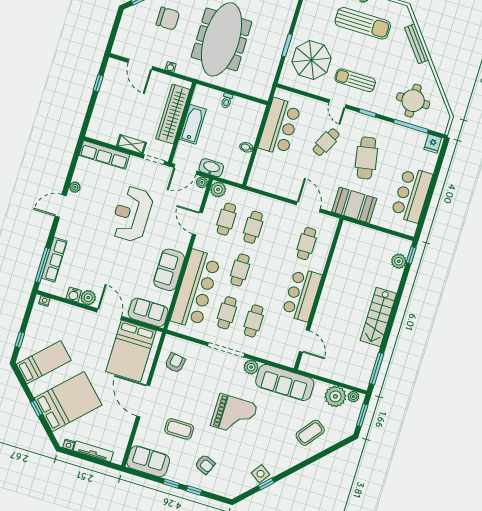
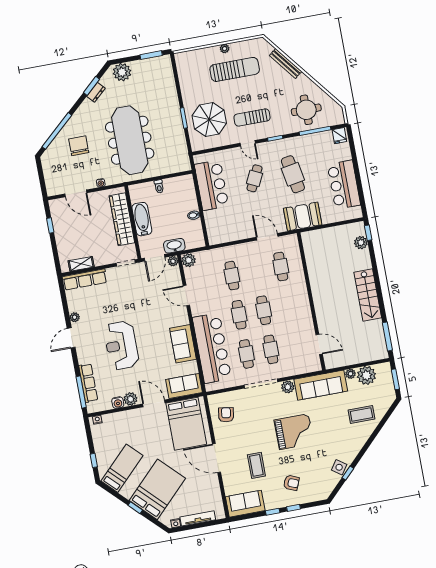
chair: (168, 19) -> (79, 146), turned -90
shelving: (131, 144) -> (81, 264), moved
reception desk: (132, 214) -> (121, 345), moved
cafe table: (226, 219) -> (264, 310), moved
bar counter: (302, 295) -> (298, 309), removed
plant: (353, 397) -> (350, 374), moved
coffee table: (179, 429) -> (256, 465), turned 90
coffee table: (310, 433) -> (361, 414), turned 53

